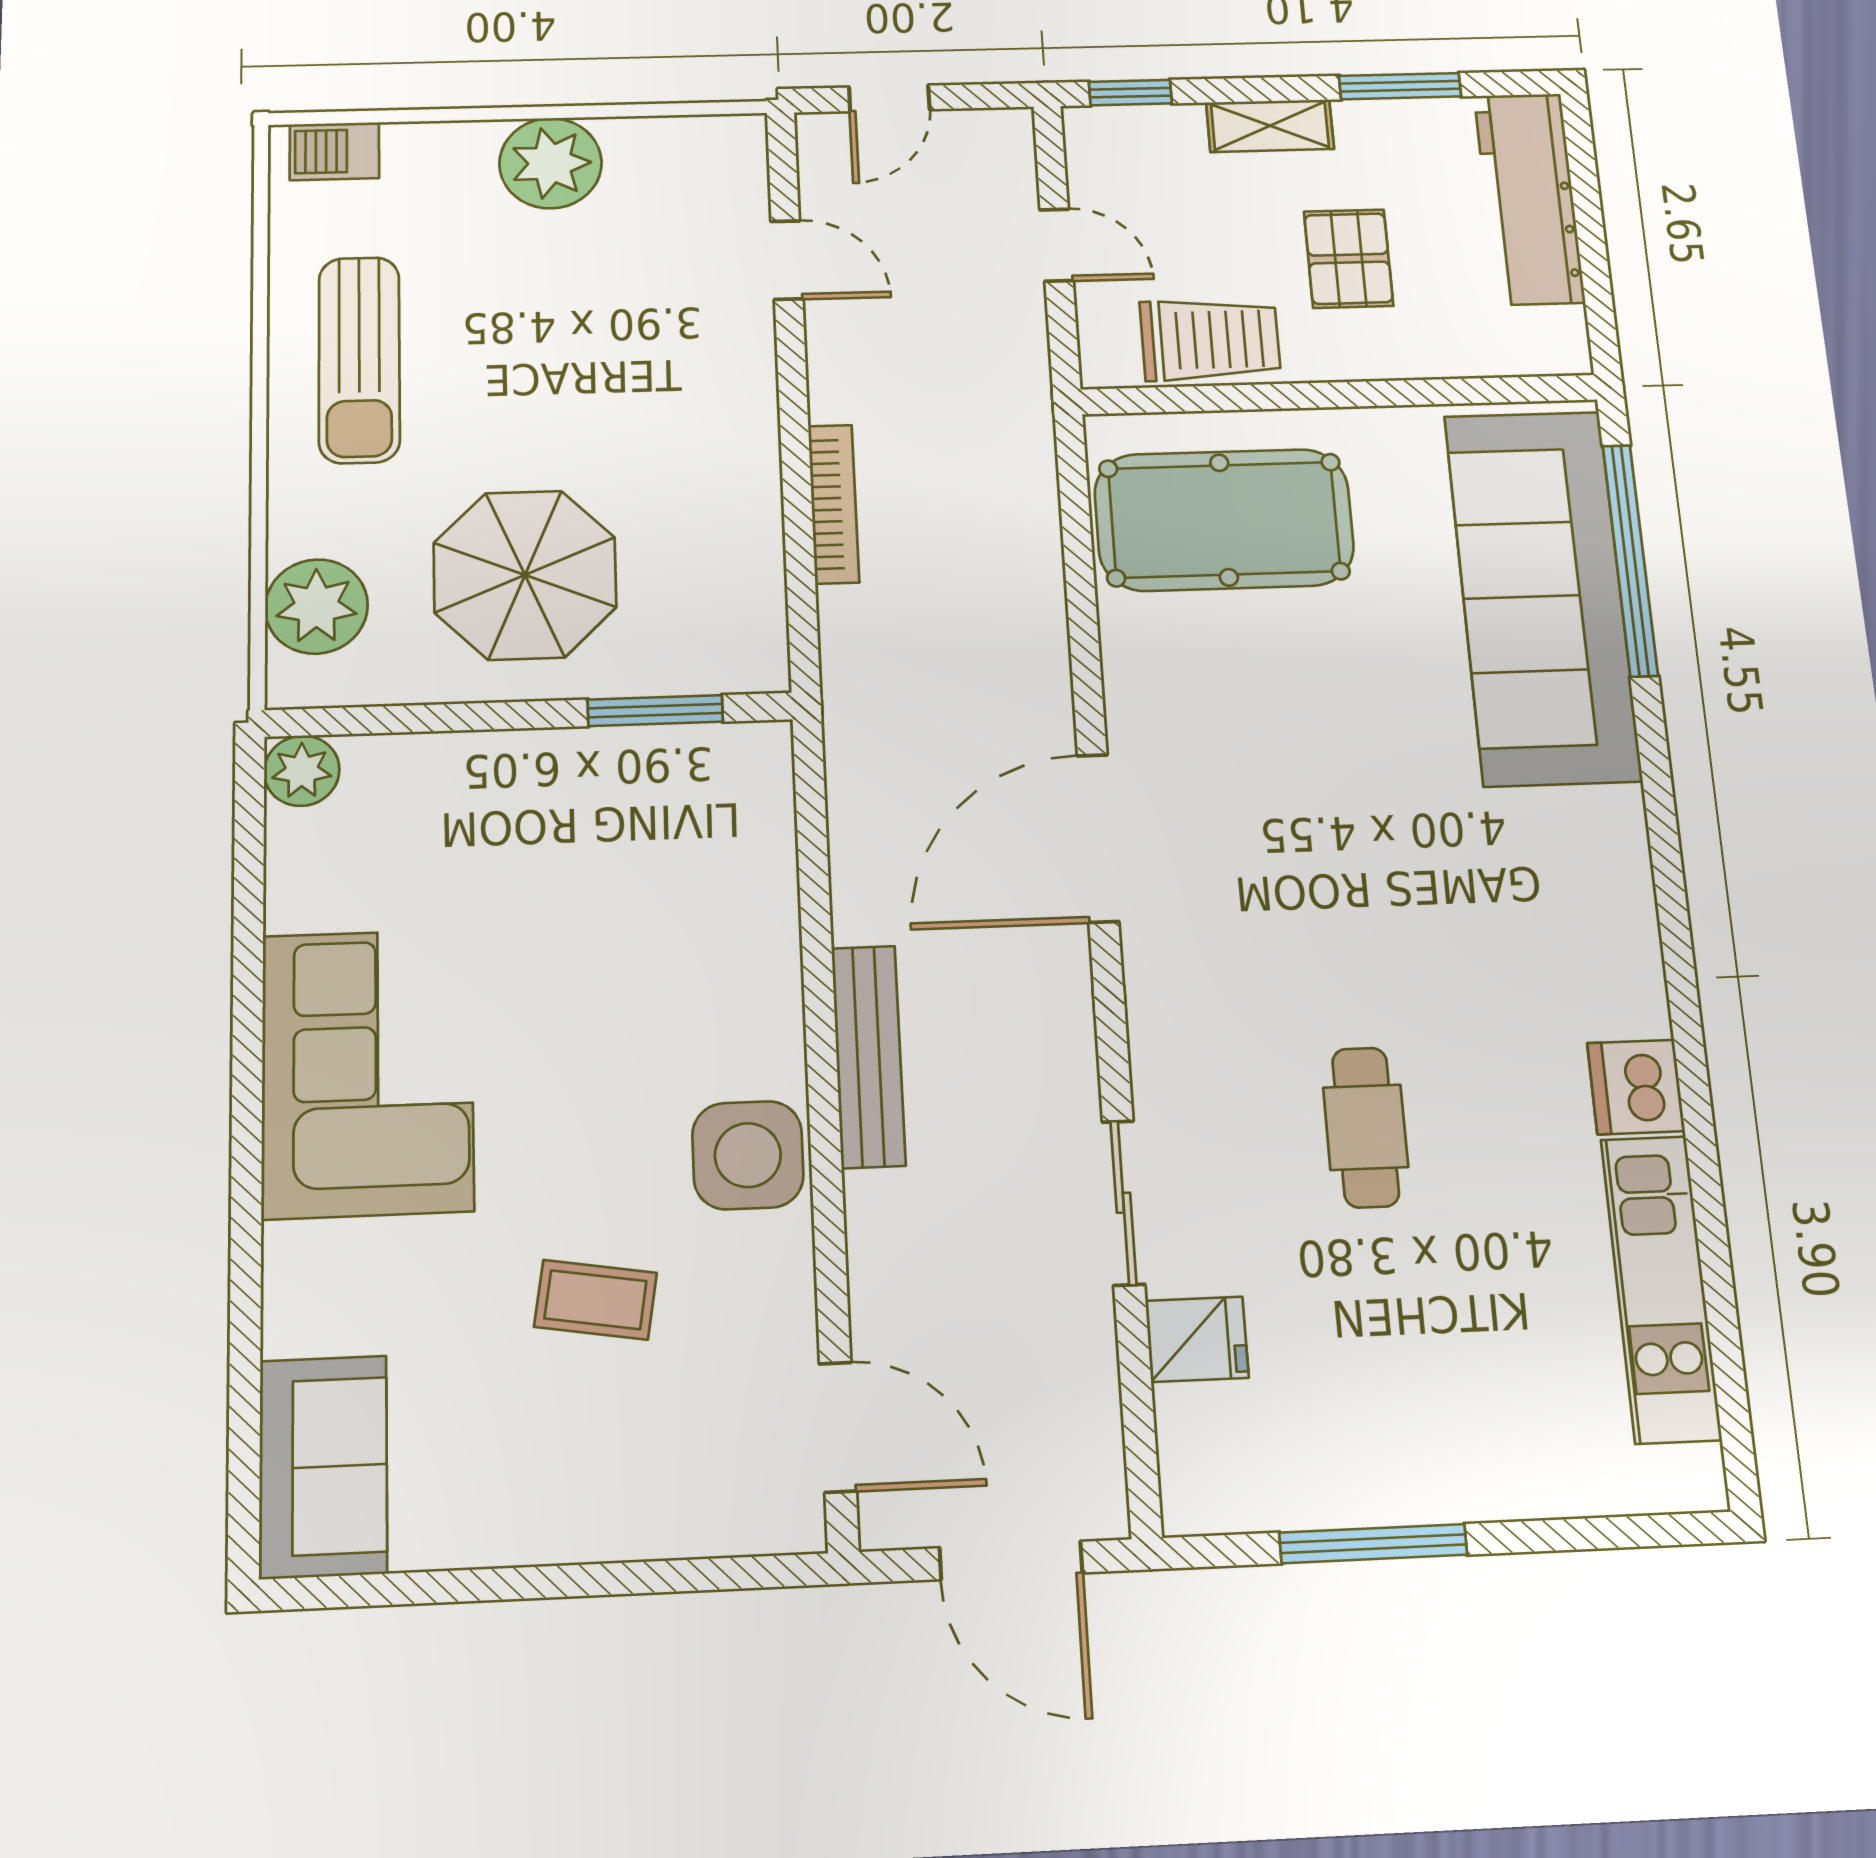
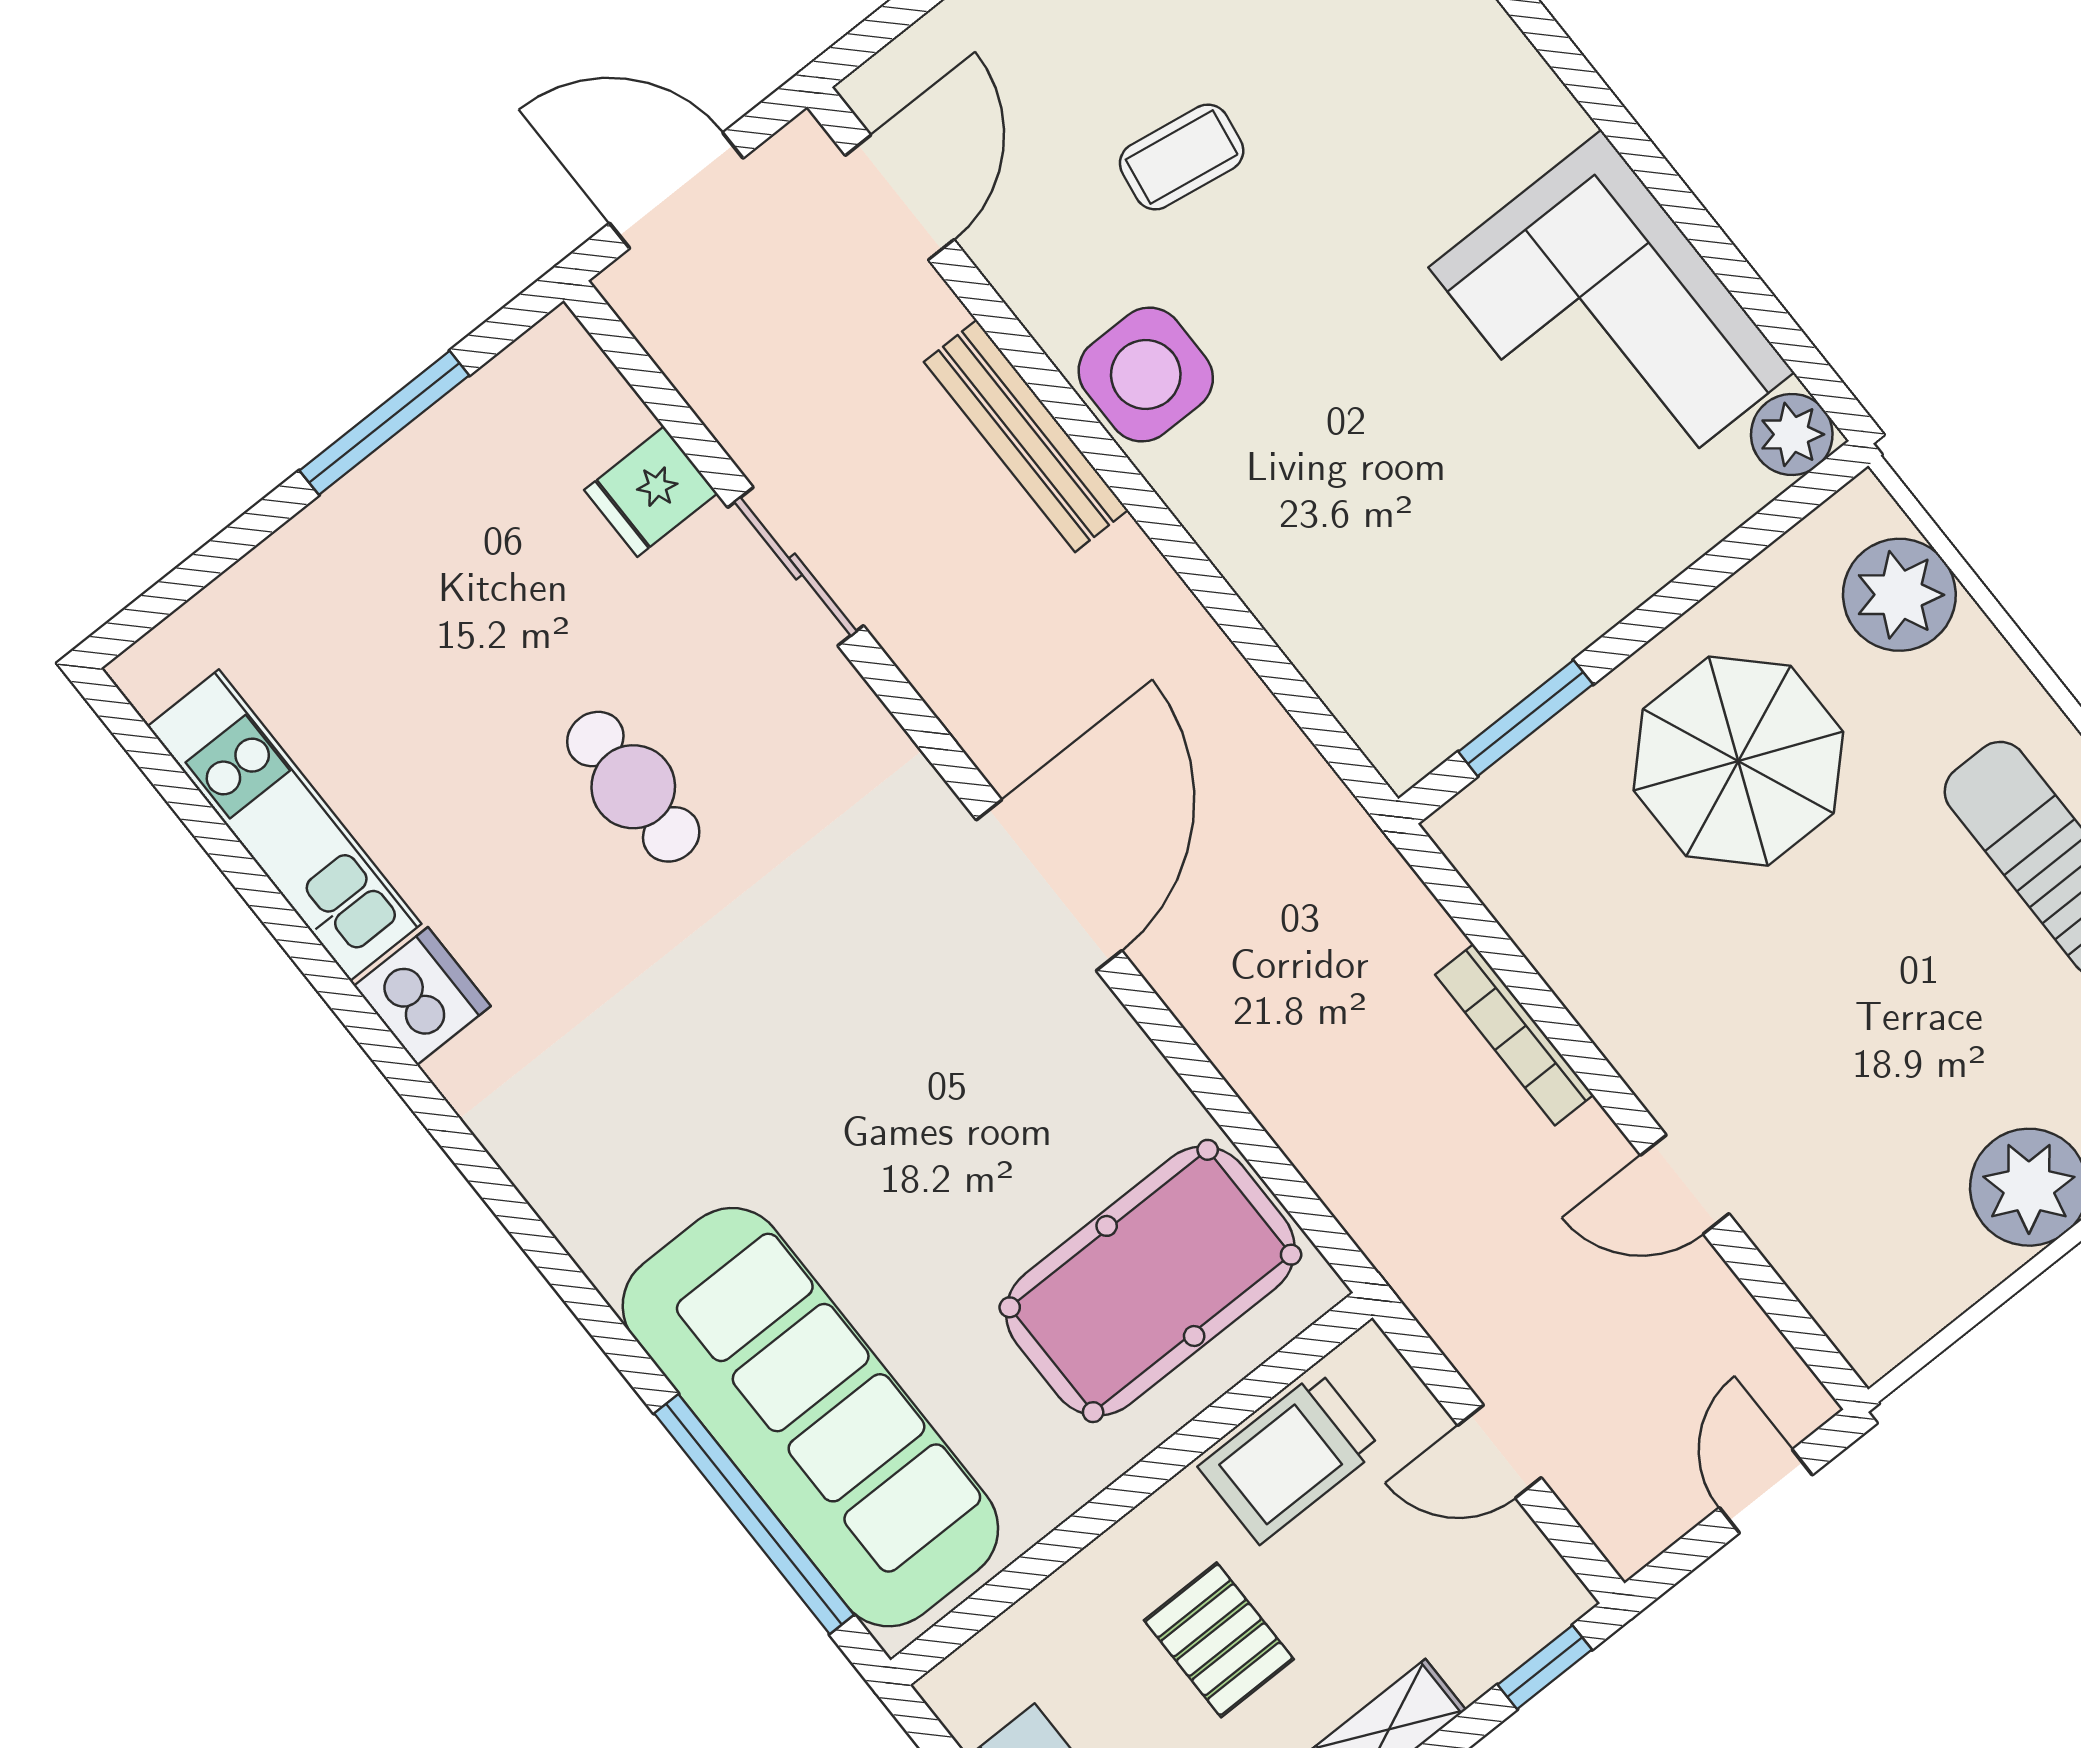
door: (787, 260) -> (1685, 1184), moved
bench: (868, 1056) -> (1026, 436), moved
corner sofa: (367, 1073) -> (1611, 320), moved
door: (838, 1427) -> (900, 197), swing flipped

